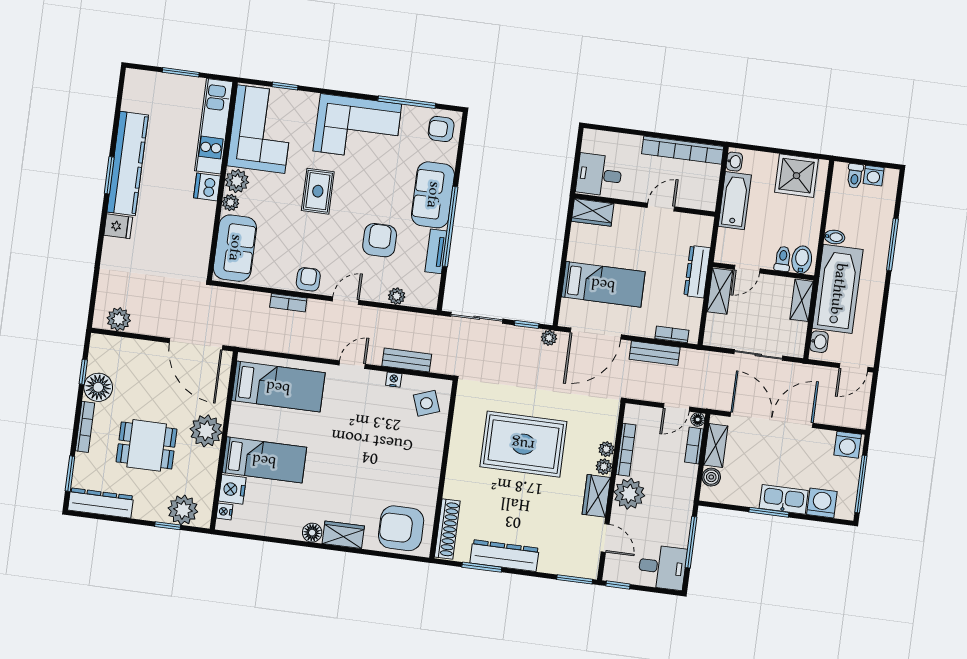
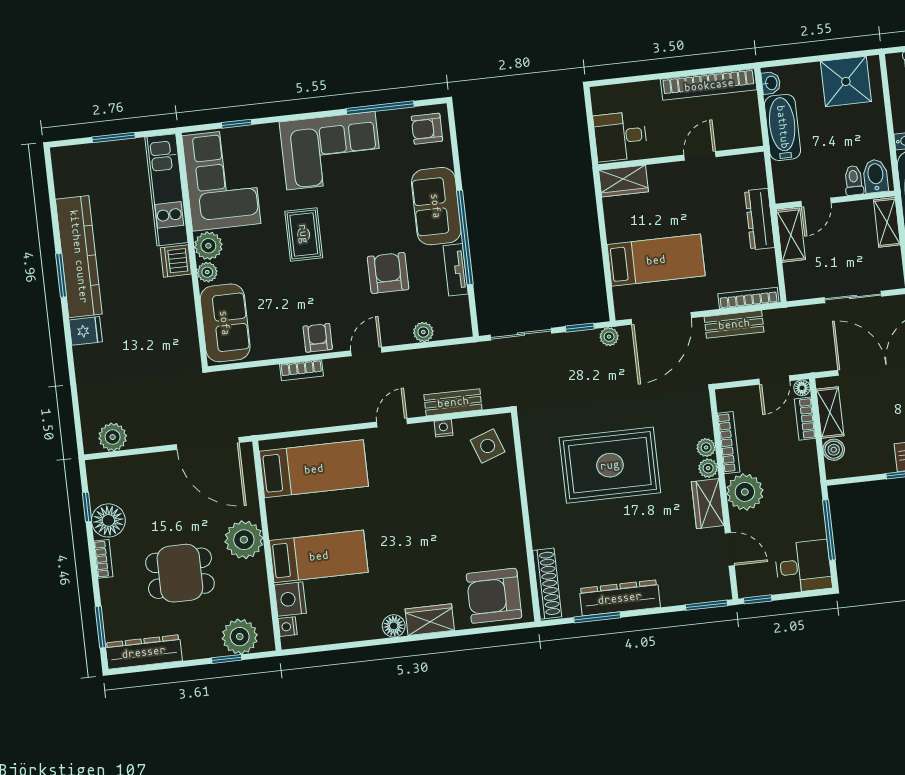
bookcase: (672, 334) -> (748, 298), width x1.56
bookcase: (85, 427) -> (103, 559), width x0.64

